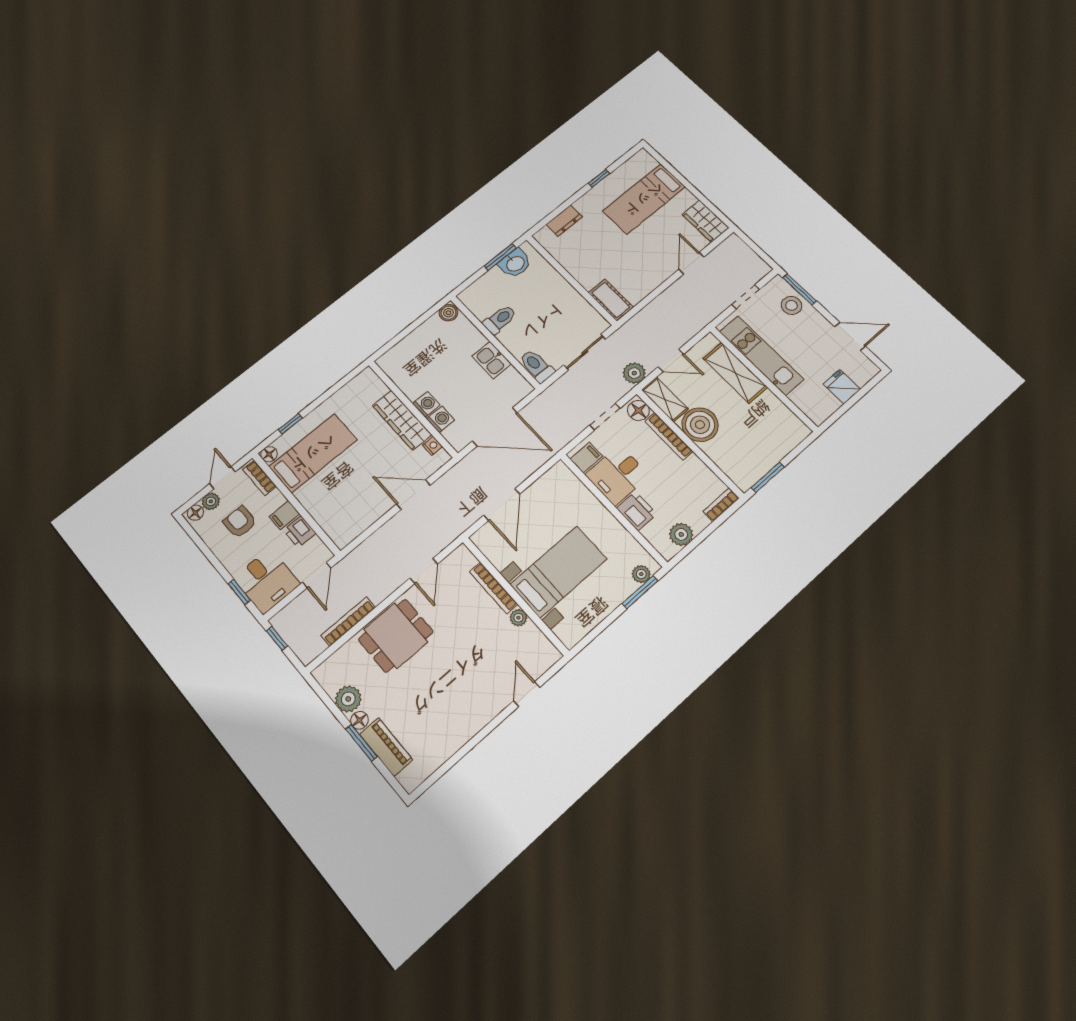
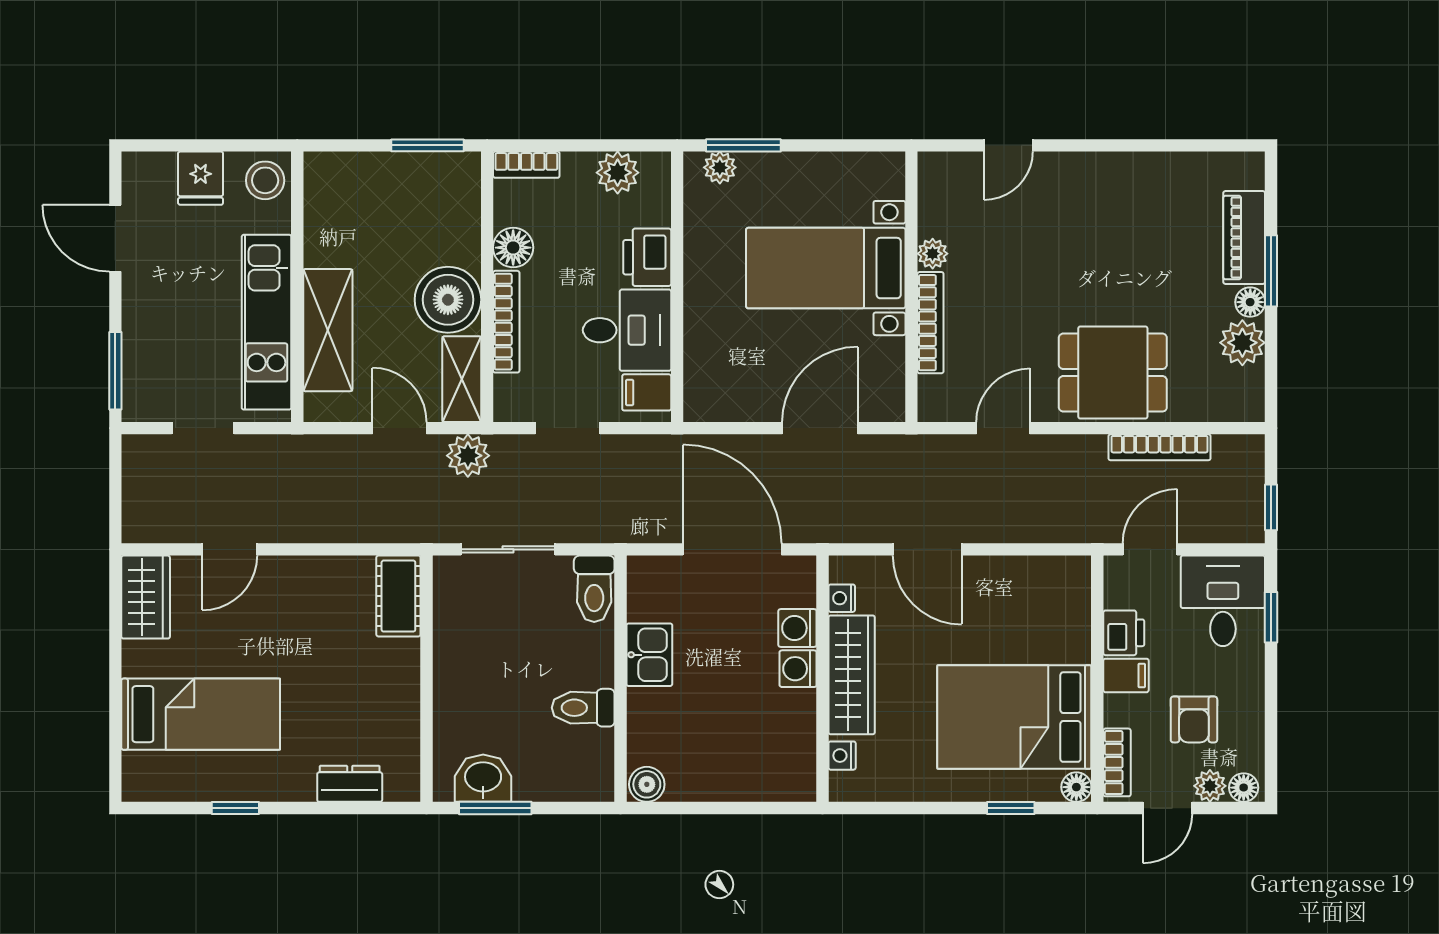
stool: (791, 305) -> (265, 180), moved
nightstand: (379, 387) -> (842, 756), added
floor lamp: (638, 410) -> (513, 248), moved
bed: (313, 453) -> (1014, 717), width x1.50

